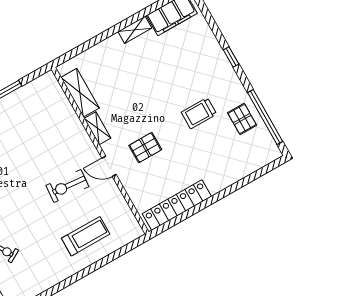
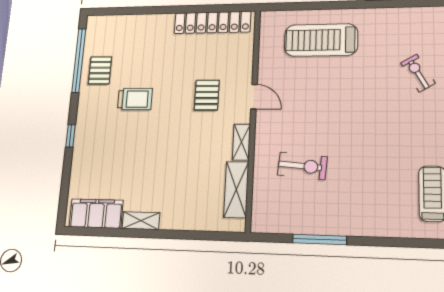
pallet: (145, 148) -> (207, 95), turned 90
exercise bike: (67, 186) -> (302, 166), moved
treadmill: (86, 236) -> (321, 40), width x1.37, depth x1.38

